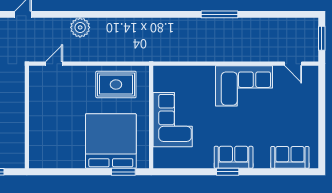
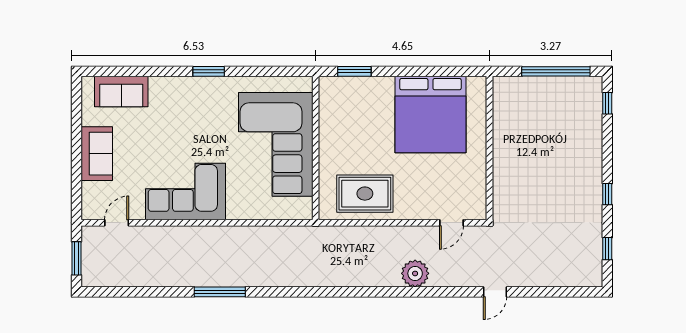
door: (293, 64) -> (117, 223), hinge flipped
corner sofa: (173, 120) -> (276, 144), width x1.36, depth x1.36
bed: (111, 141) -> (430, 114), moved
sofa: (234, 157) -> (97, 154), moved, turned -90

